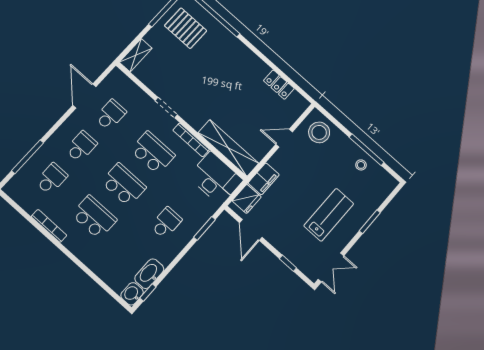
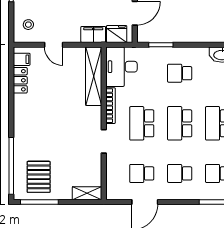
filing cabinet: (295, 101) -> (22, 59), added
stool: (319, 132) -> (28, 25), width x0.53, depth x0.53

